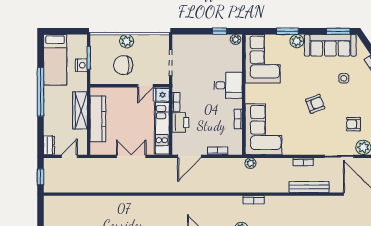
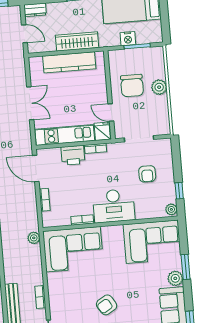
armchair: (202, 58) -> (147, 174), added
chair: (123, 65) -> (132, 86), turned 180
desk: (228, 85) -> (114, 206), width x1.37
armchair: (315, 104) -> (107, 305), turned 80

